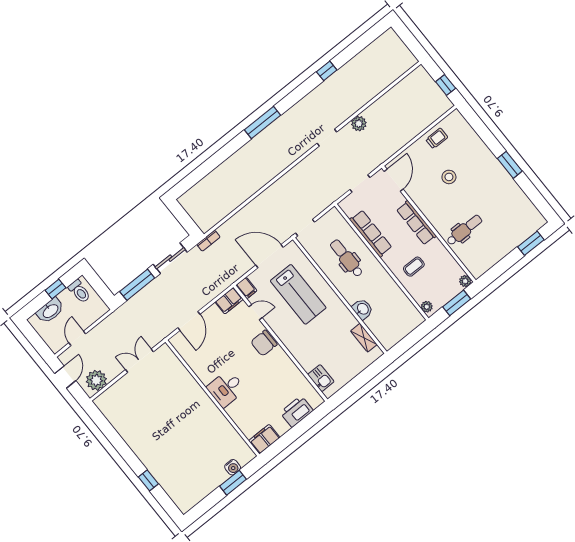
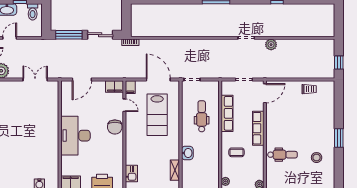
stool: (449, 177) -> (317, 158), moved
chair: (264, 343) -> (115, 127), turned -90
desk: (226, 388) -> (75, 136), width x1.87, depth x1.30

